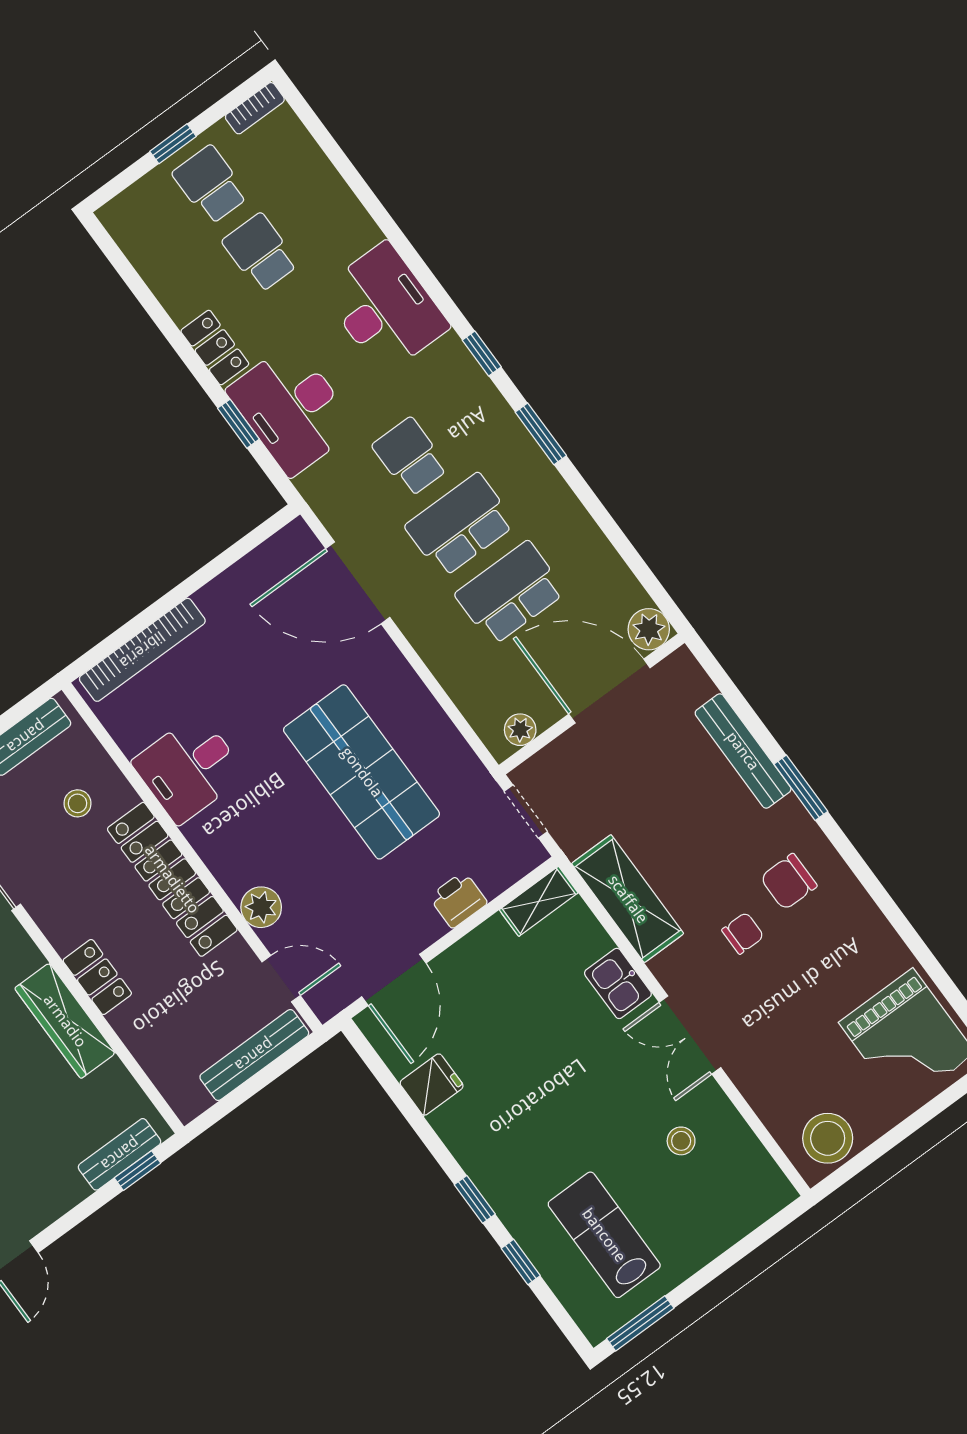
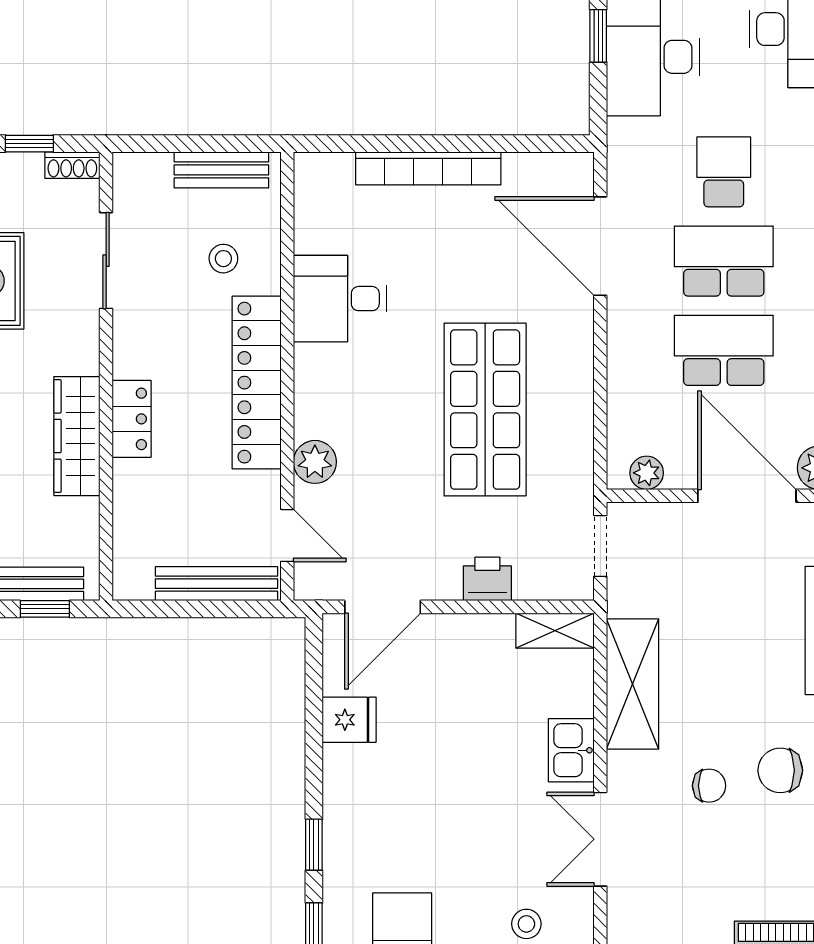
bookcase: (142, 650) -> (428, 168), moved

